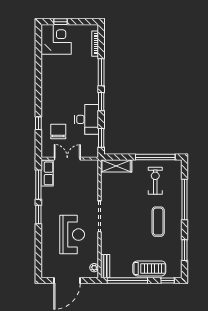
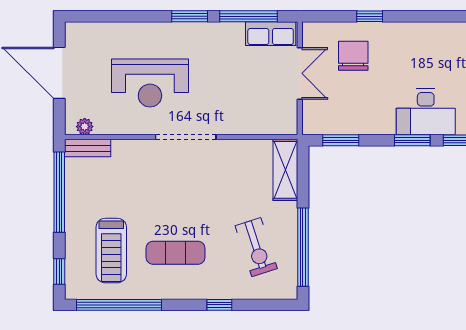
desk: (87, 119) -> (426, 112), moved
chair: (58, 132) -> (353, 56), turned -90
exercise bike: (155, 181) -> (256, 247), turned 72
window: (185, 199) -> (219, 305), width x0.32
window: (185, 250) -> (119, 305), width x2.11
treadmill: (149, 268) -> (111, 251), moved

